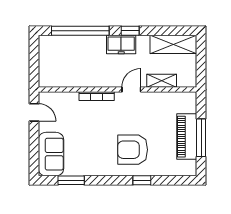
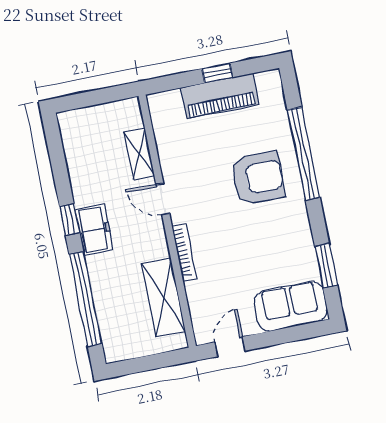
shelving: (173, 44) -> (163, 297), moved
window: (201, 138) -> (217, 73), width x0.46
armchair: (133, 150) -> (258, 178), turned -90
window: (142, 180) -> (304, 154), width x3.17

